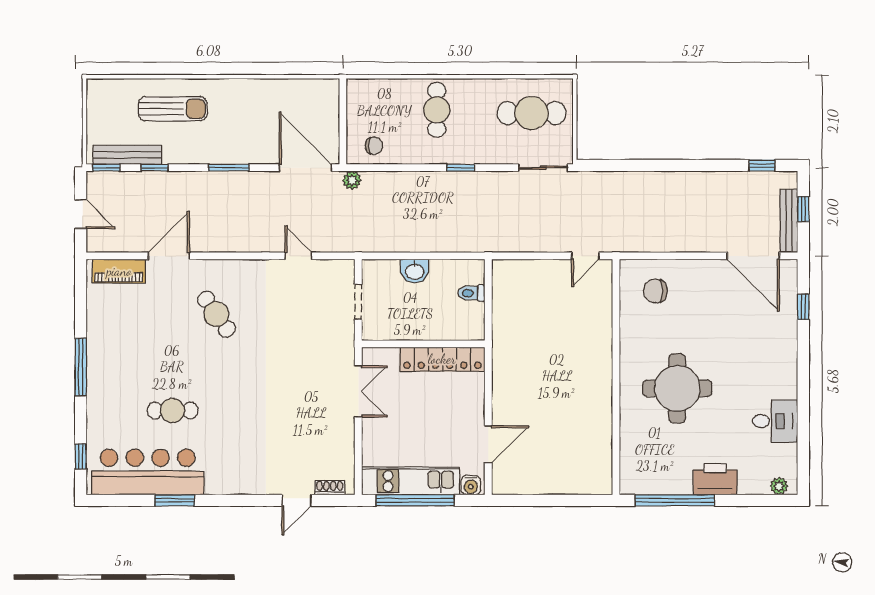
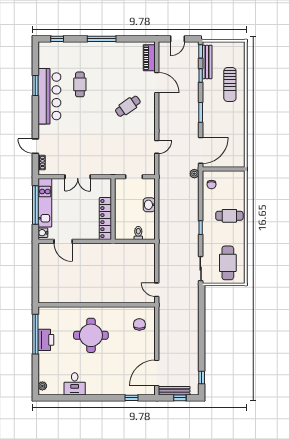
double door: (358, 391) -> (78, 177), moved
bar counter: (148, 472) -> (49, 96), moved
printer: (715, 479) -> (46, 340), moved

